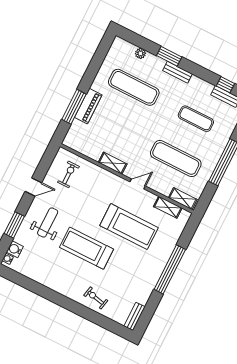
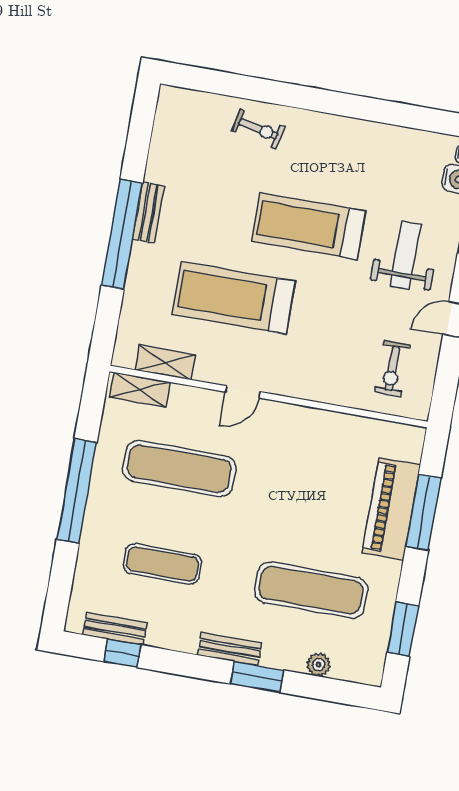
window: (99, 58) -> (403, 629), added
piano: (88, 106) -> (391, 509), width x1.37, depth x1.33
shelving: (113, 163) -> (308, 419), removed
weight bench: (48, 222) -> (405, 255), turned 180
treadmill: (86, 248) -> (309, 226), turned 180
bench: (134, 316) -> (149, 212), moved

